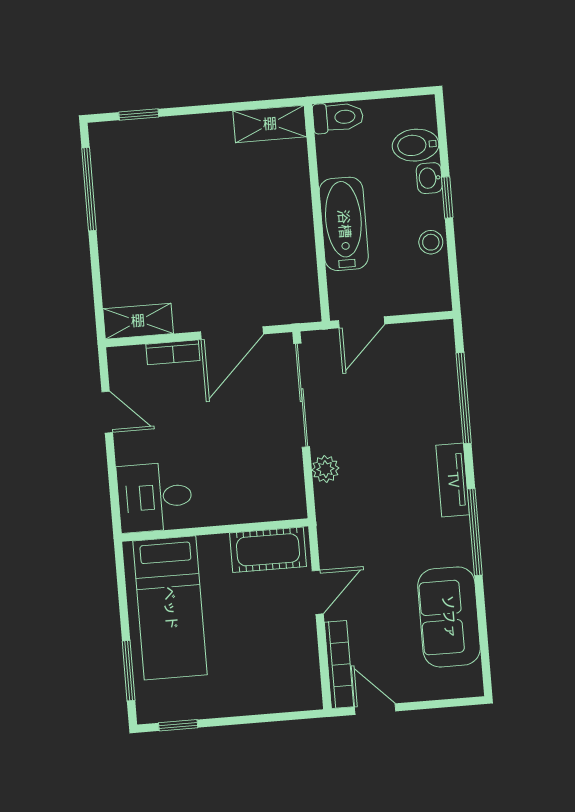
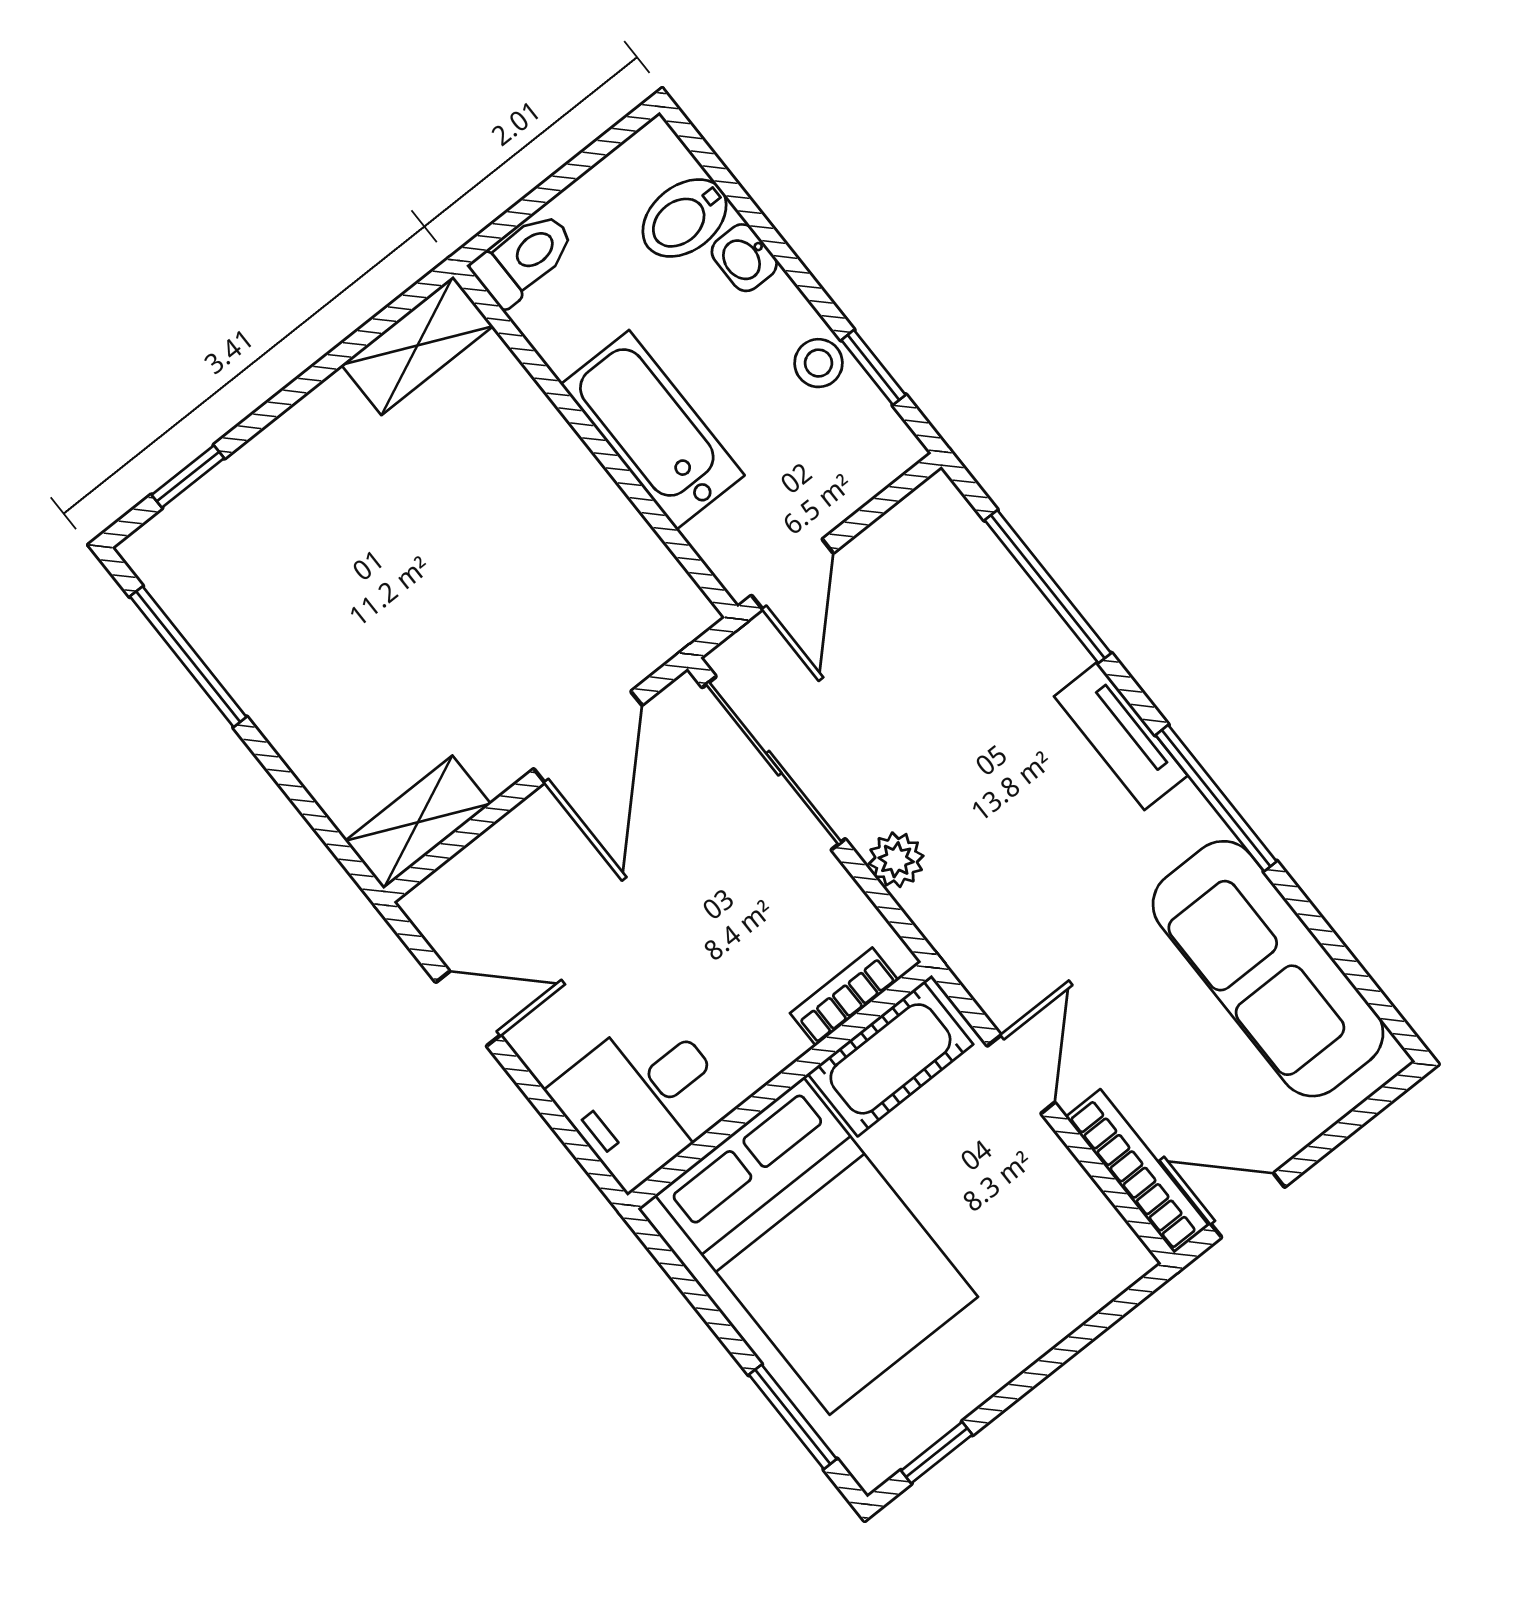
window: (447, 197) -> (873, 367), moved
bookcase: (173, 352) -> (844, 997), moved, turned 180
bed: (170, 608) -> (816, 1246), width x1.50
sofa: (449, 617) -> (1268, 969), width x1.36

